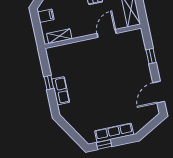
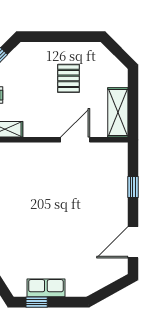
row of seats: (114, 133) -> (46, 288), width x0.68

